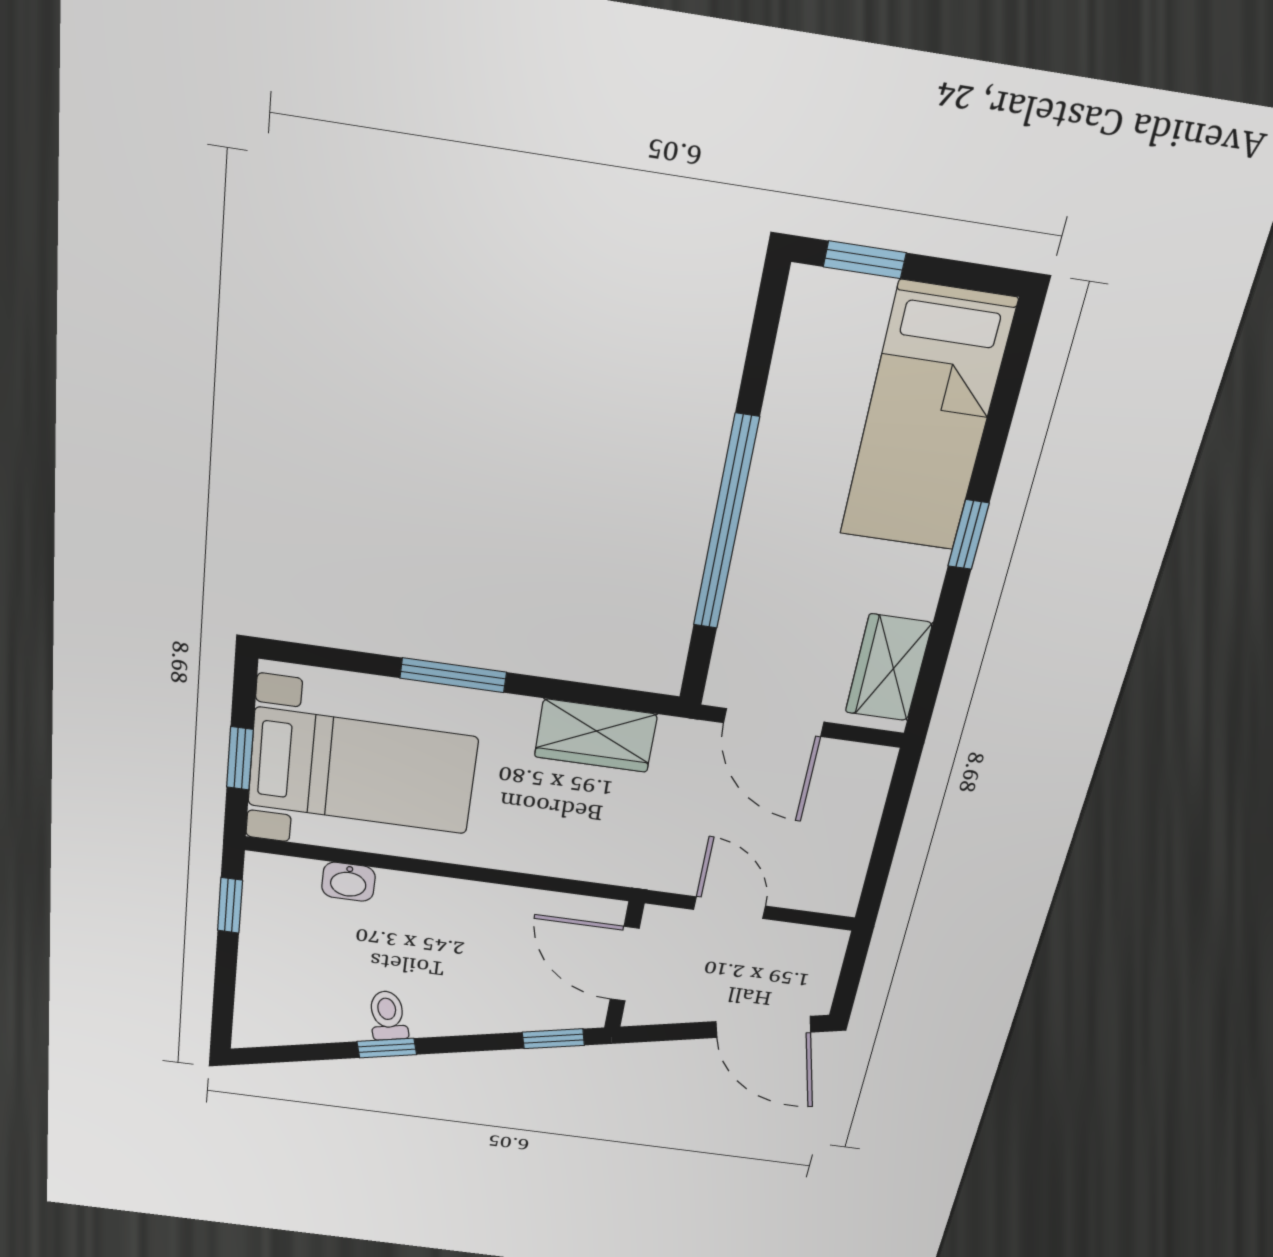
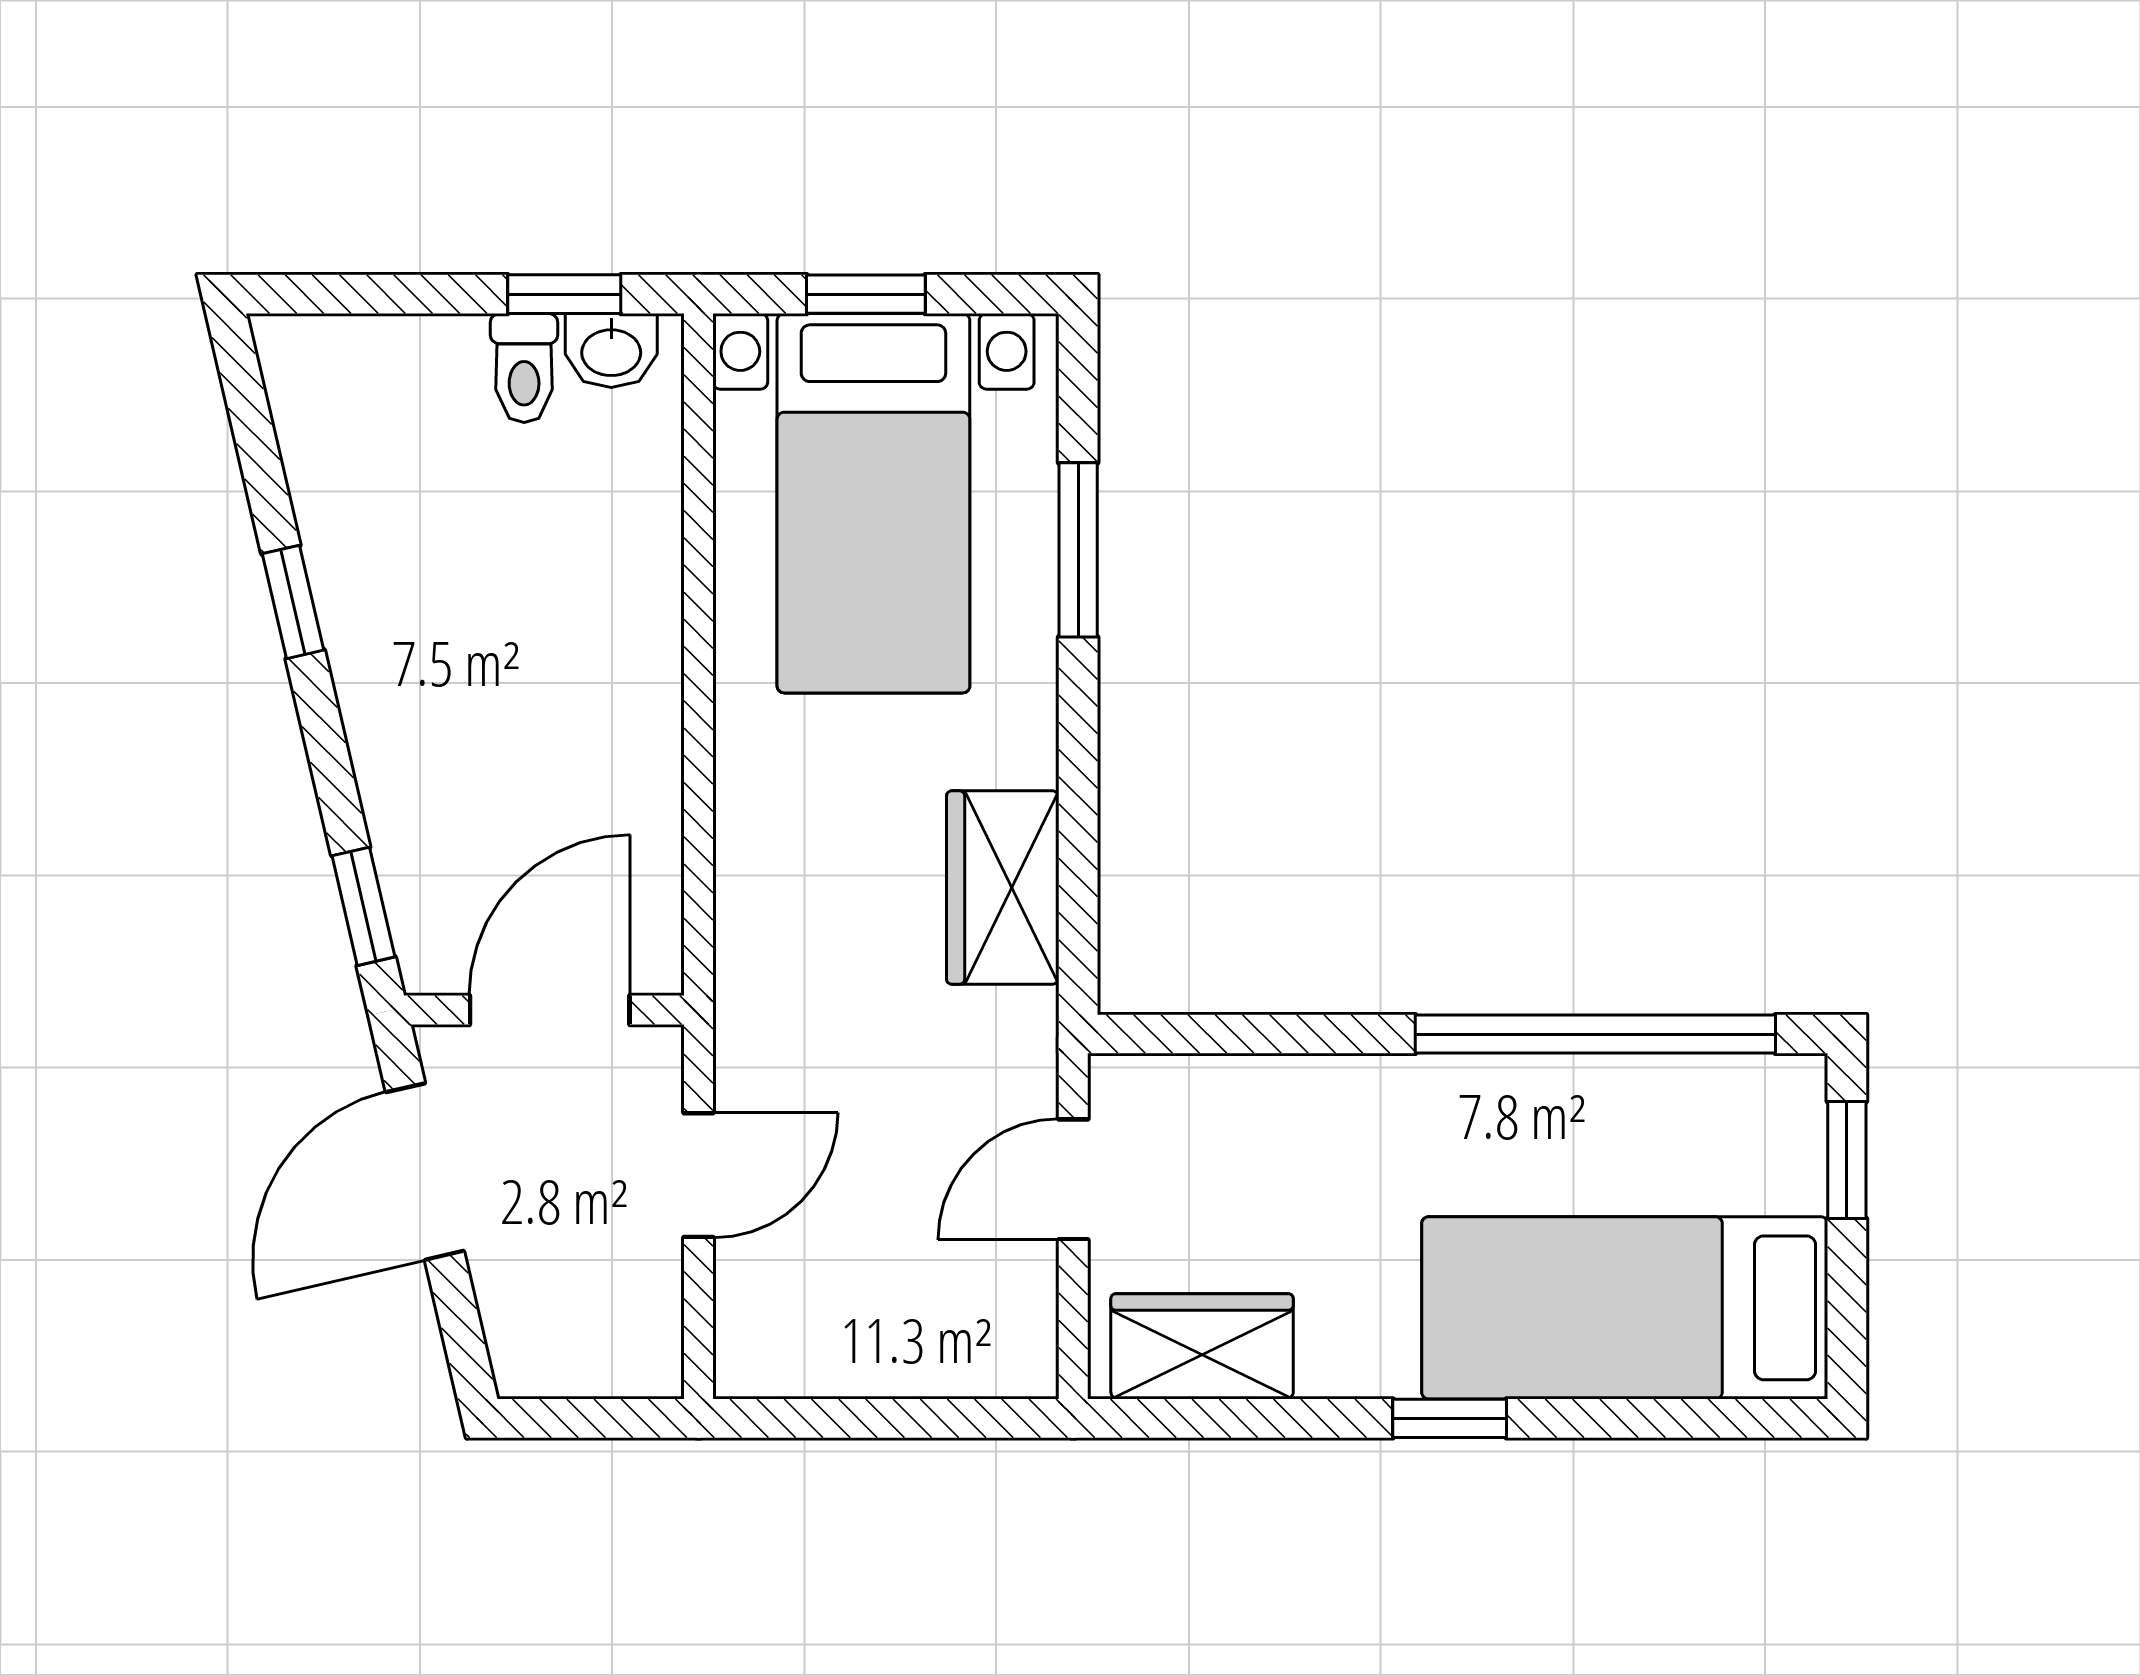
window: (726, 523) -> (1595, 1034), moved
window: (453, 675) -> (1078, 550), moved
door: (774, 722) -> (1073, 1179), width x0.73
washbasin: (348, 882) -> (611, 350), moved, turned -90
toilet: (388, 1016) -> (524, 368), moved, turned 103
door: (763, 1027) -> (425, 1172), moved

